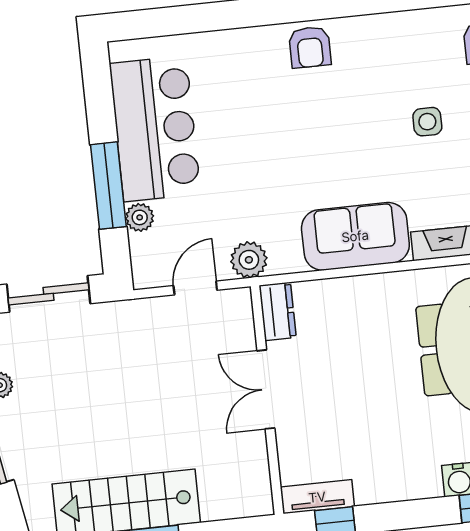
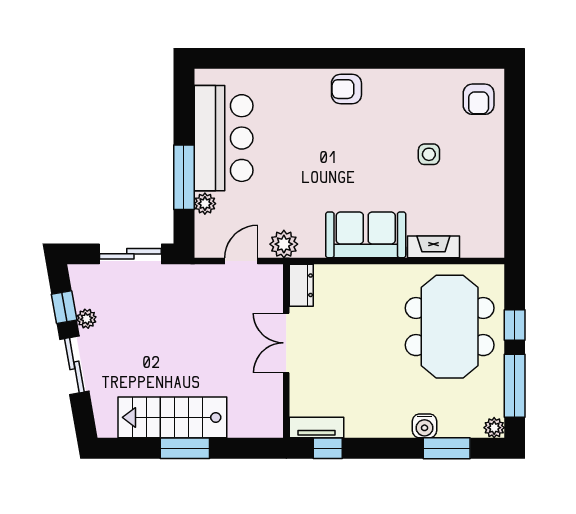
armchair: (310, 47) -> (346, 89), turned 90

